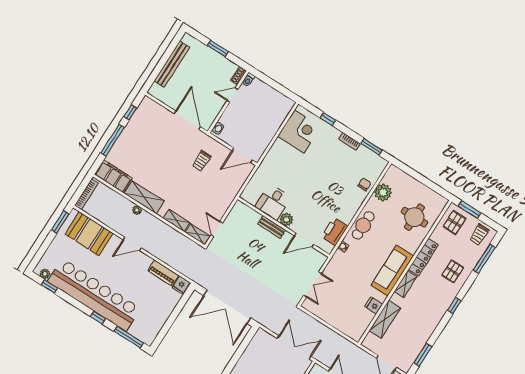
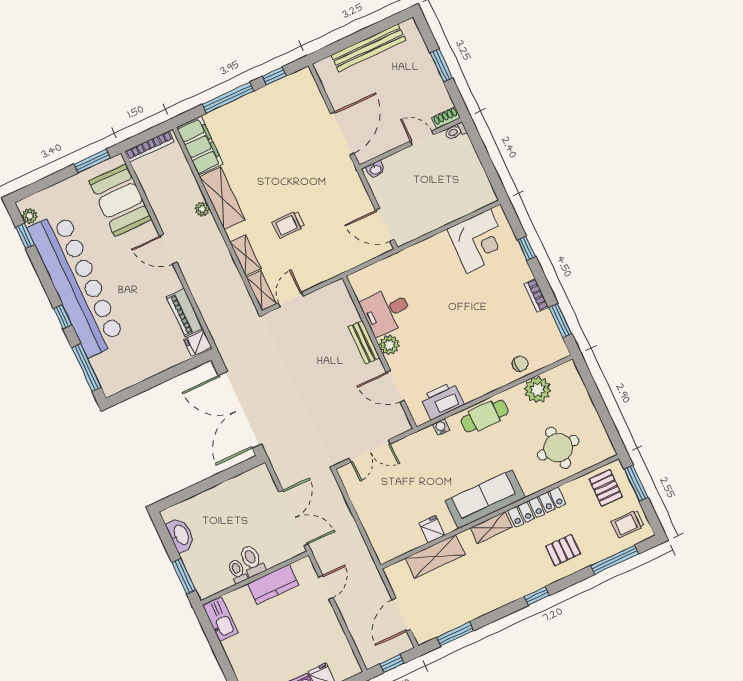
trolley: (202, 161) -> (288, 224), moved
pallet: (454, 223) -> (606, 488), turned 90

